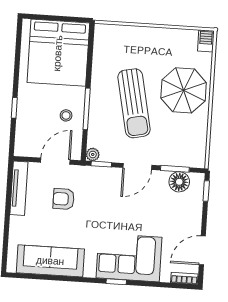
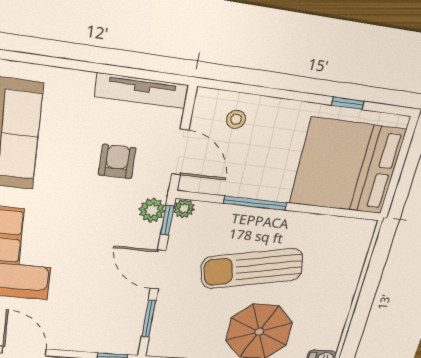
window: (14, 108) -> (348, 103), moved
stool: (66, 115) -> (236, 119), moved
plant: (95, 175) -> (152, 210), added
floor lamp: (179, 182) -> (129, 324), removed

